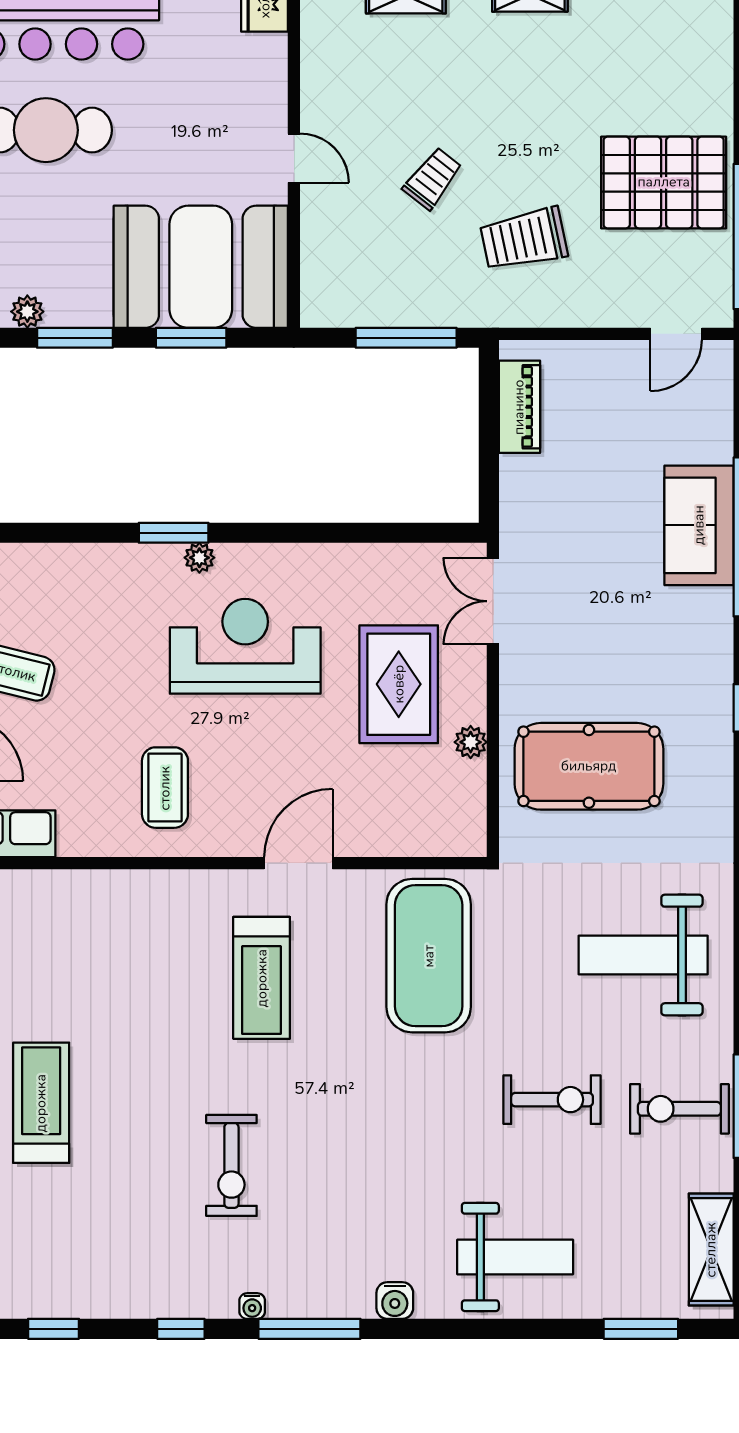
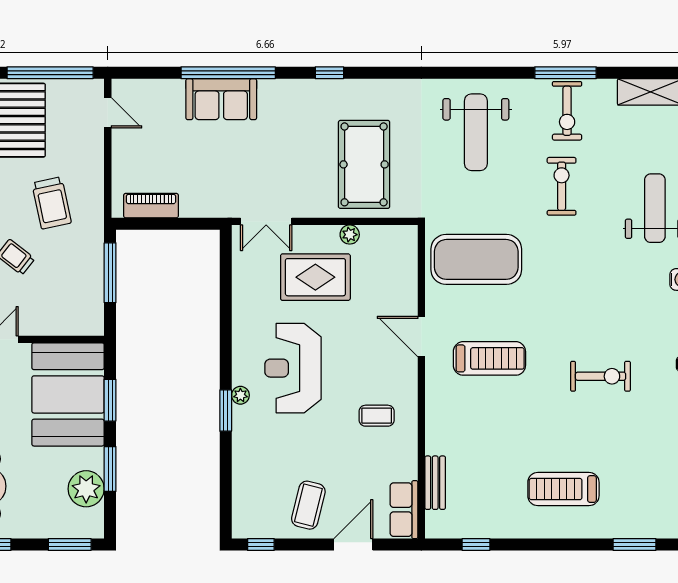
plant: (27, 312) -> (86, 489), width x1.87, depth x1.87
coffee table: (165, 788) -> (377, 416), width x0.73, depth x0.77
bench: (52, 886) -> (435, 483), added

